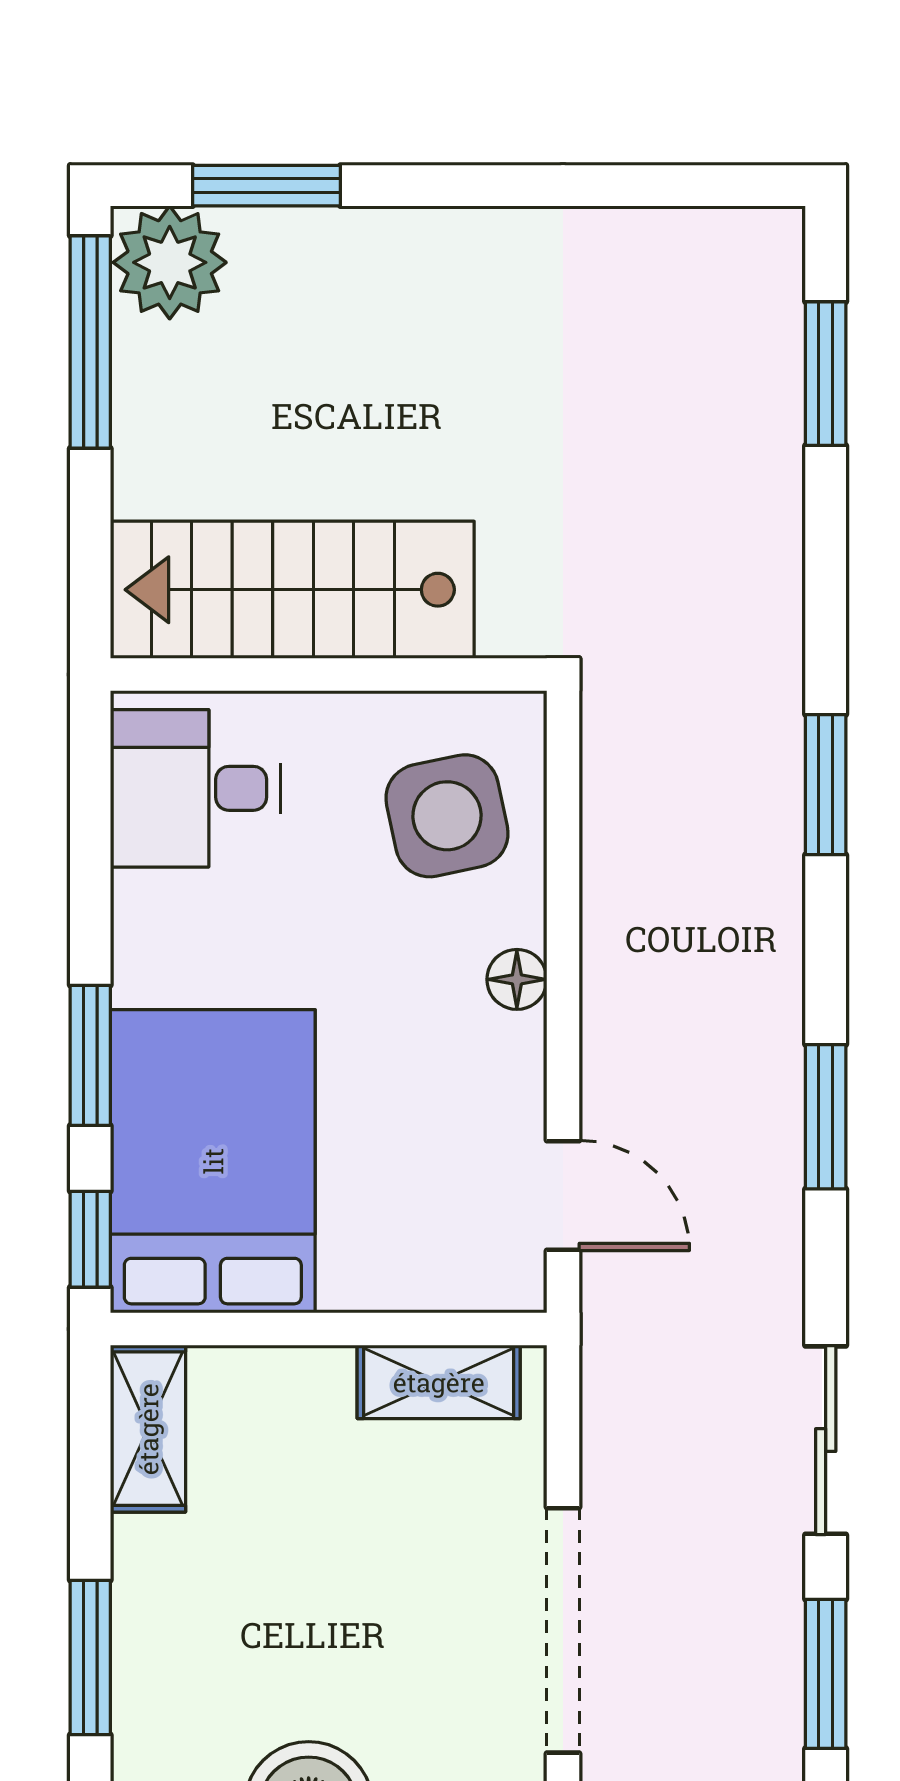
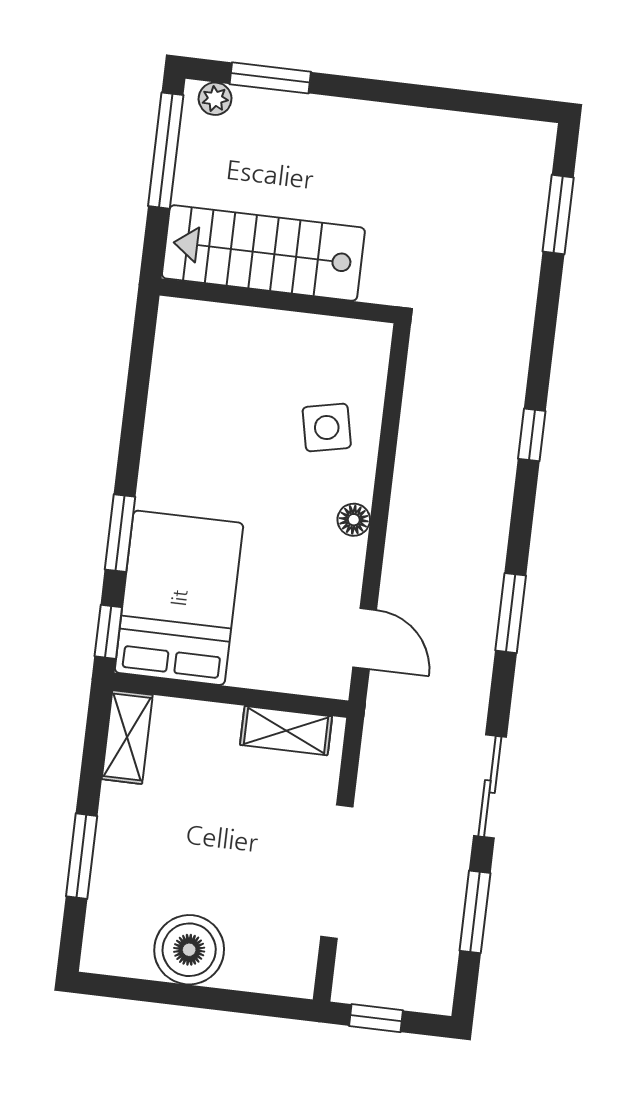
plant: (170, 262) -> (215, 99), width x0.53, depth x0.53
stairs: (292, 590) -> (263, 253), moved
wall: (329, 674) -> (277, 301), moved
window: (826, 785) -> (532, 435), width x0.67
desk: (195, 788) -> (193, 397), removed
side table: (447, 816) -> (327, 427), width x0.73, depth x0.73

